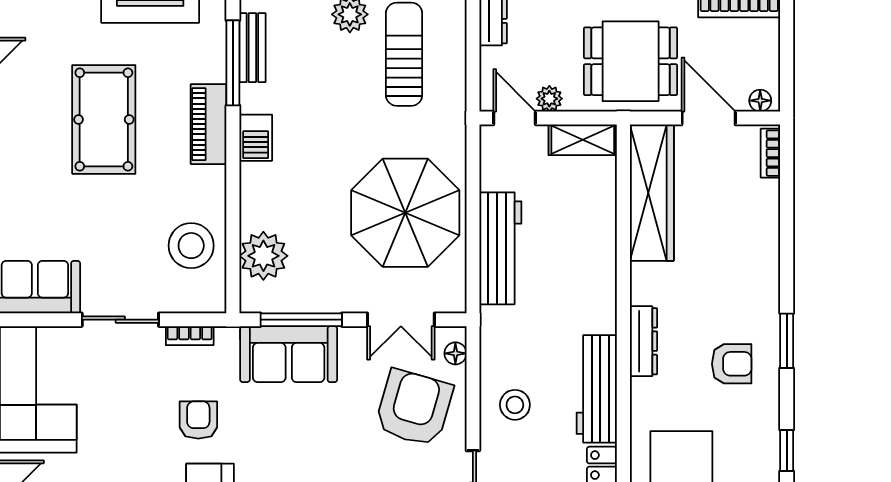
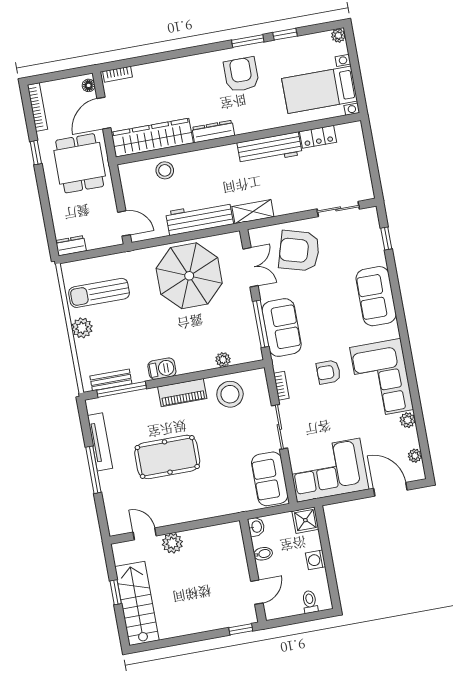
plant: (549, 99) -> (109, 206), removed
door: (514, 118) -> (124, 223), swing flipped
piano: (209, 124) -> (182, 393), moved
shelving: (583, 140) -> (253, 212), moved, turned 90
plant: (263, 256) -> (223, 360), width x0.53, depth x0.53
dresser: (643, 341) -> (213, 131), moved
window: (787, 341) -> (248, 41), moved
floor lamp: (455, 353) -> (264, 233), removed
armchair: (732, 364) -> (241, 74), width x1.38, depth x1.38
stool: (515, 405) -> (165, 170), moved

